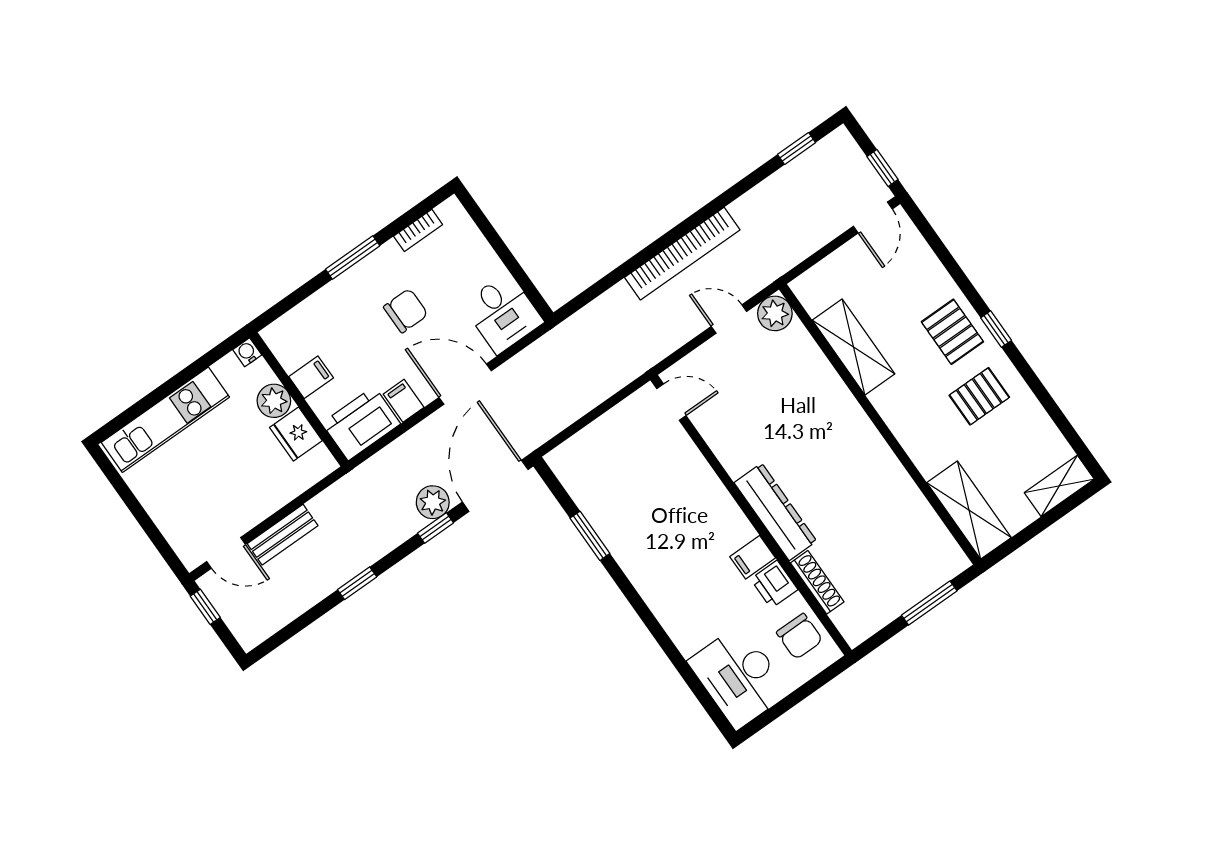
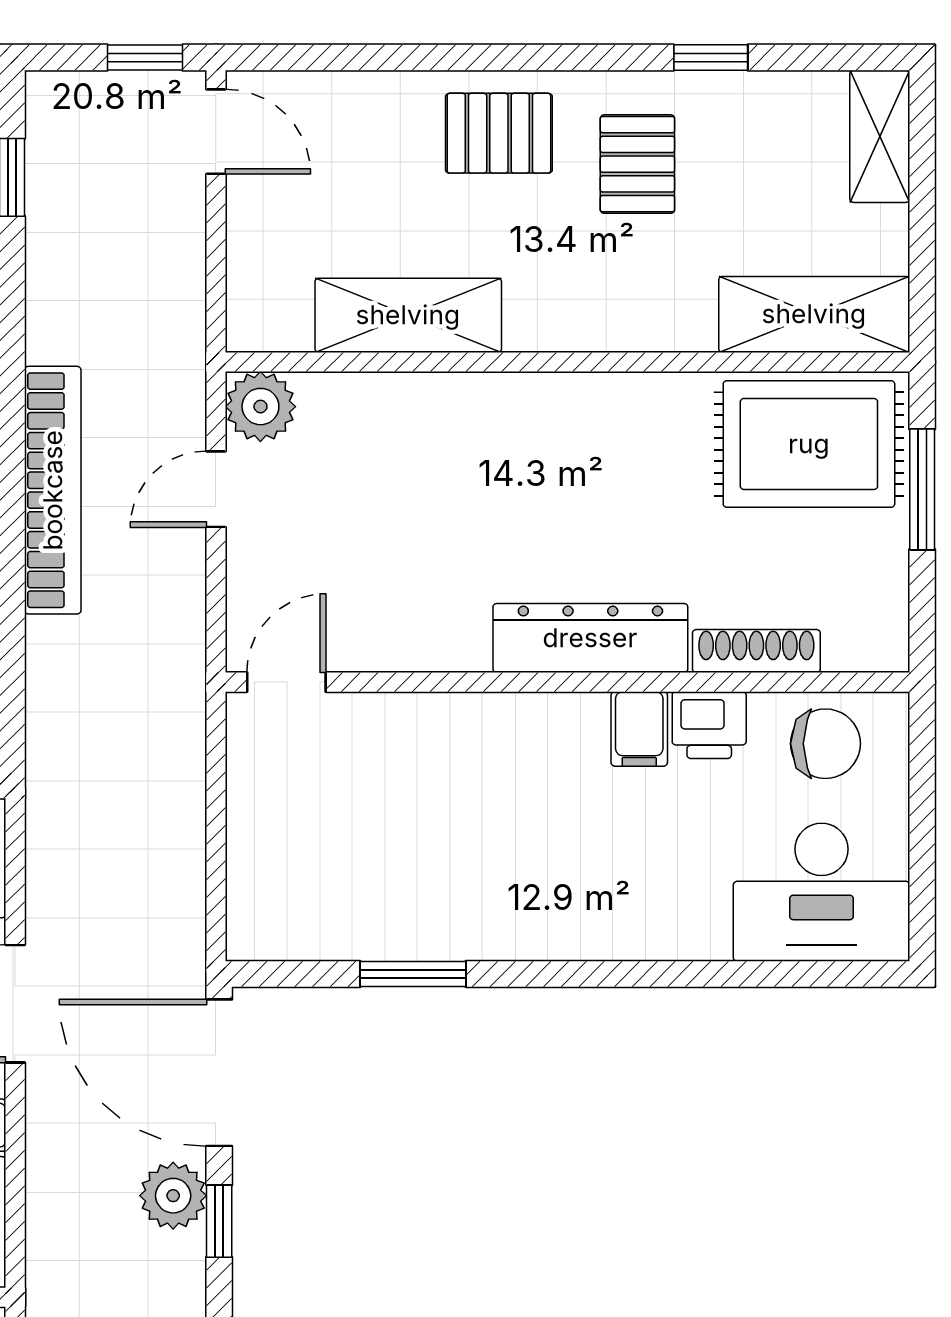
window: (996, 329) -> (711, 58), moved
rug: (915, 545) -> (809, 444), added

